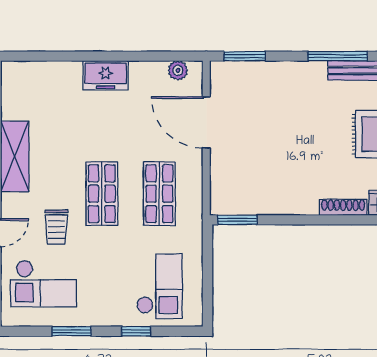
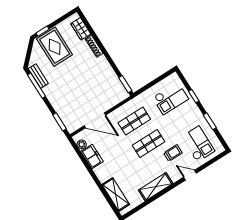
shelving: (47, 74) -> (116, 194), added
freezer: (106, 75) -> (92, 156), moved
door: (206, 122) -> (95, 120), hinge flipped
checkout: (159, 286) -> (170, 98), turned 180

